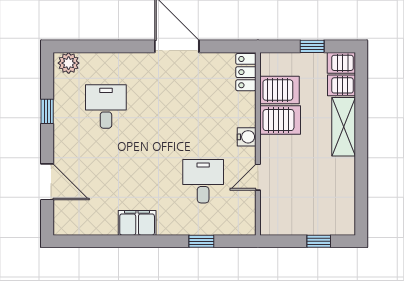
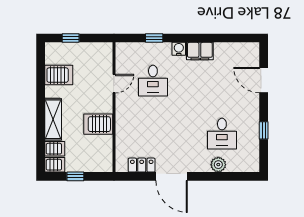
plant: (69, 63) -> (218, 165), moved
locker: (246, 72) -> (142, 165), moved, turned -90
server rack: (279, 90) -> (59, 75), moved, turned 180
water cooler: (247, 137) -> (179, 49), moved, turned 90

